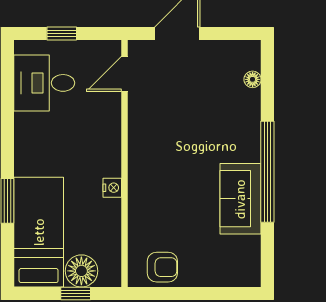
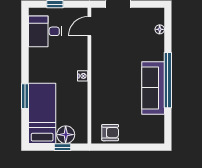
nightstand: (112, 188) -> (83, 76), moved
sofa: (240, 199) -> (153, 88), width x1.36

